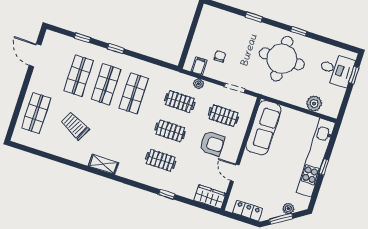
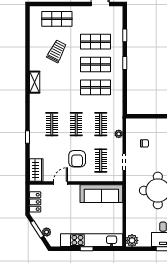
filing cabinet: (199, 66) -> (132, 130), removed
plant: (314, 104) -> (132, 240), moved

